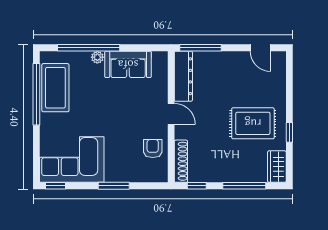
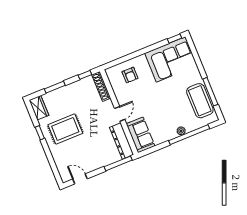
sofa: (128, 64) -> (141, 135), moved, turned 90
window: (36, 94) -> (210, 92), width x0.68
door: (171, 114) -> (120, 114), swing flipped
armchair: (153, 148) -> (130, 75), moved
window: (114, 186) -> (138, 54), removed
window: (244, 186) -> (55, 87), width x0.69

